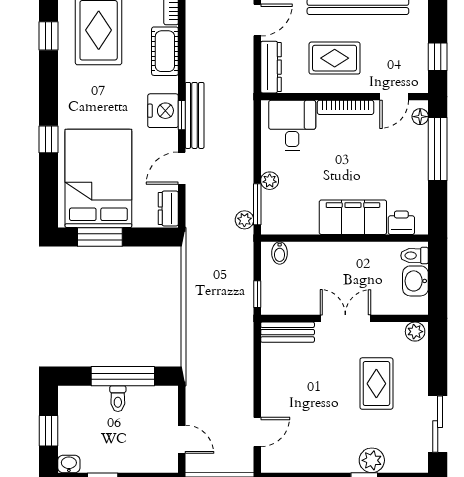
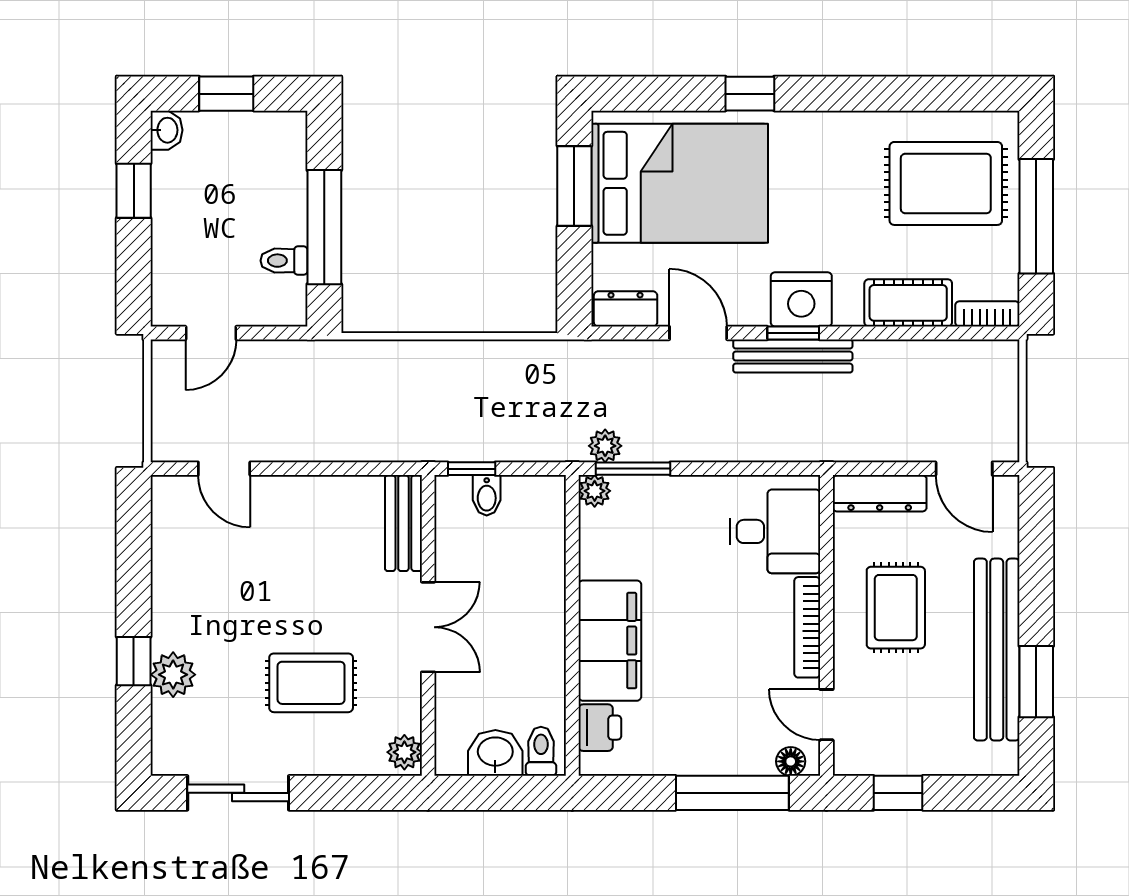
window: (48, 36) -> (936, 94), removed
plant: (270, 181) -> (595, 491), moved
bidet: (280, 253) -> (487, 495), moved, turned -90
toilet: (118, 399) -> (284, 261), moved

